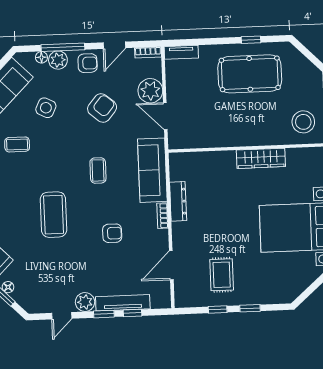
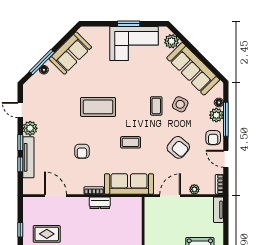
plant: (150, 91) -> (194, 189), width x0.53, depth x0.53
coffee table: (17, 144) -> (156, 106), moved
dresser: (178, 201) -> (100, 203), width x0.70

